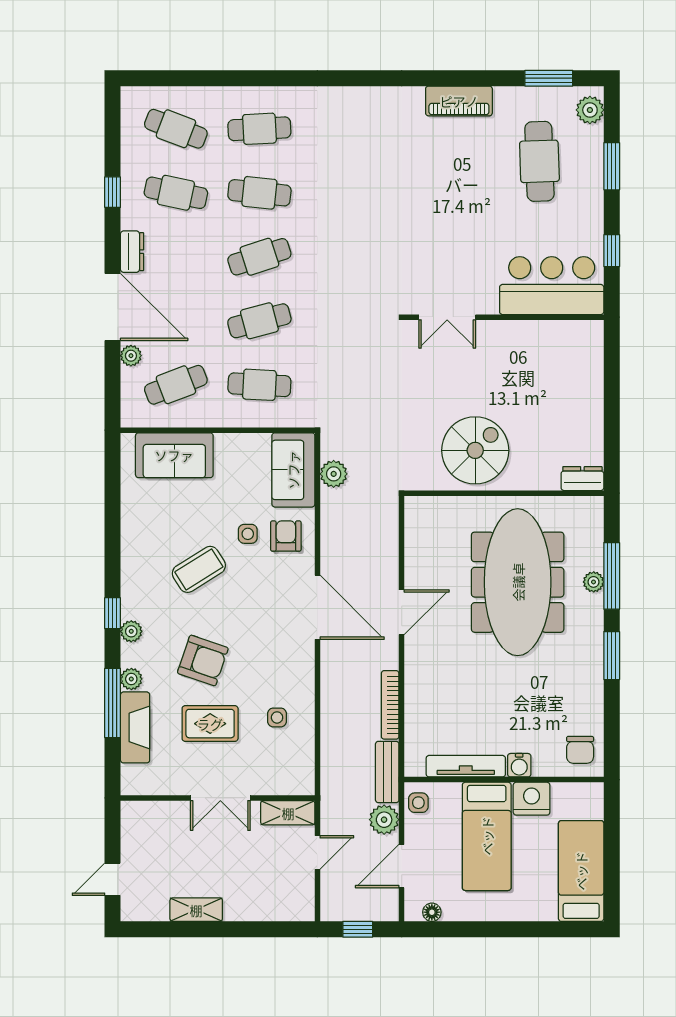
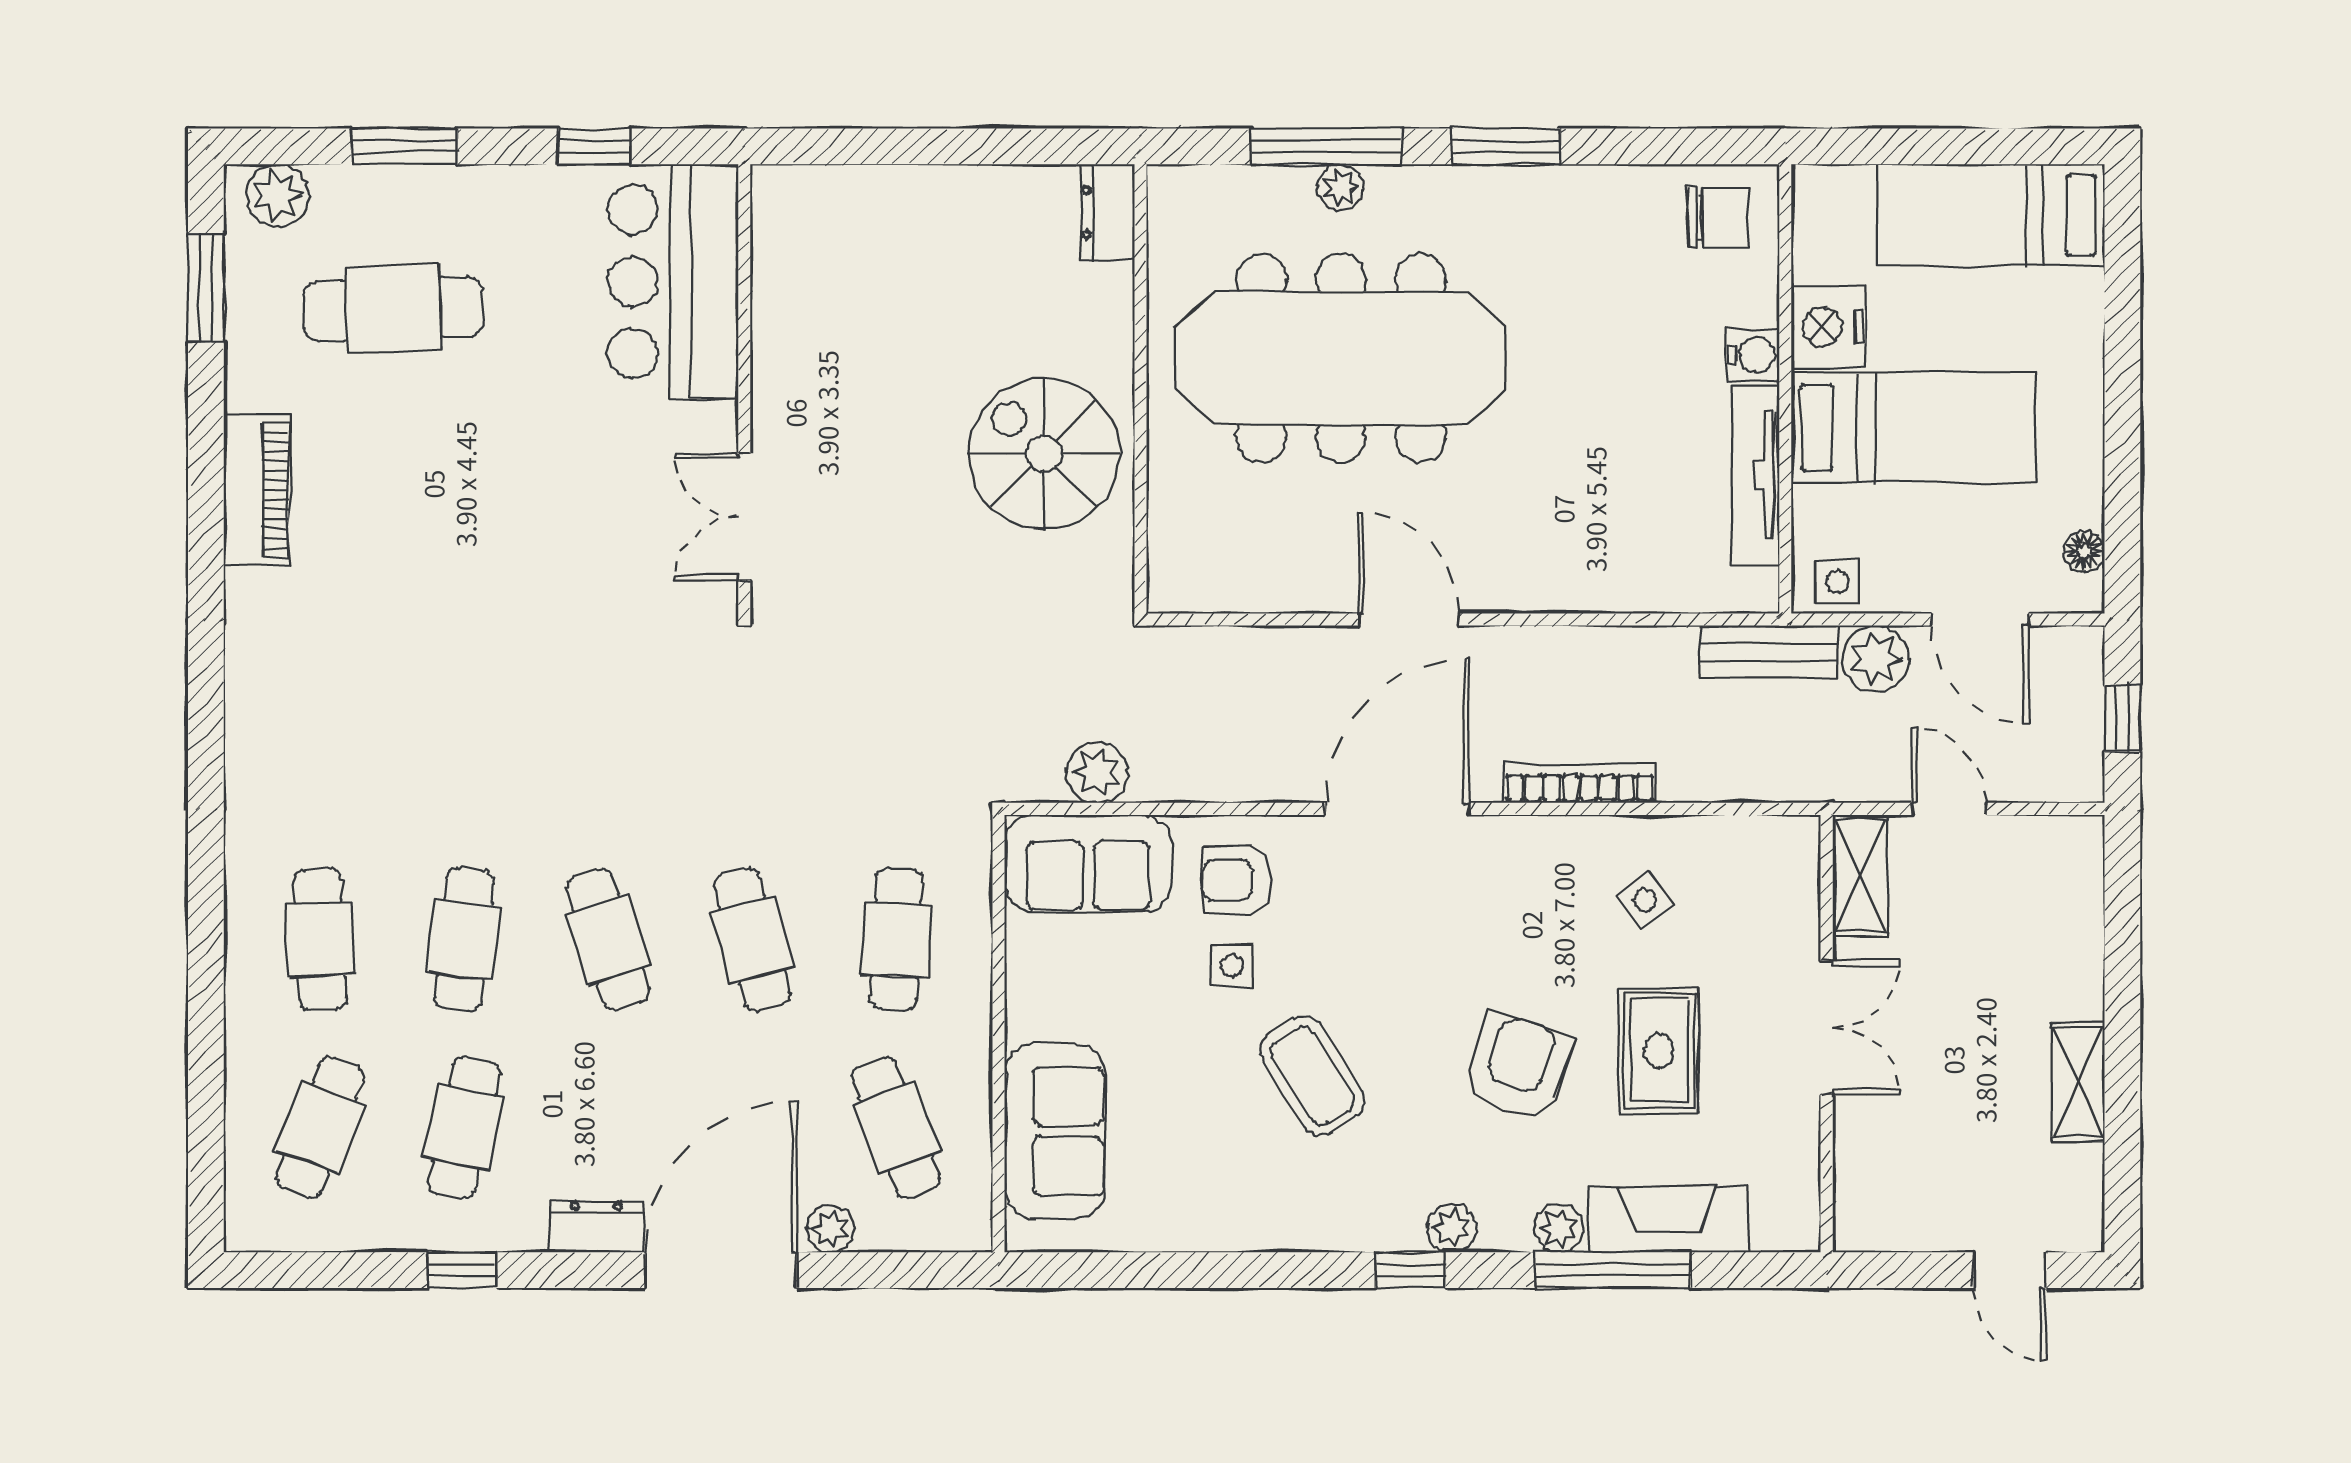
double door: (447, 317) -> (744, 517), swing flipped
bookcase: (390, 705) -> (1580, 783), moved, turned 180
side table: (277, 717) -> (1645, 900), turned -36

